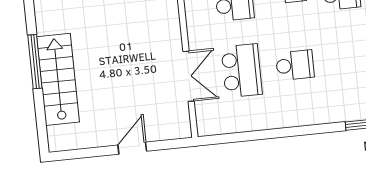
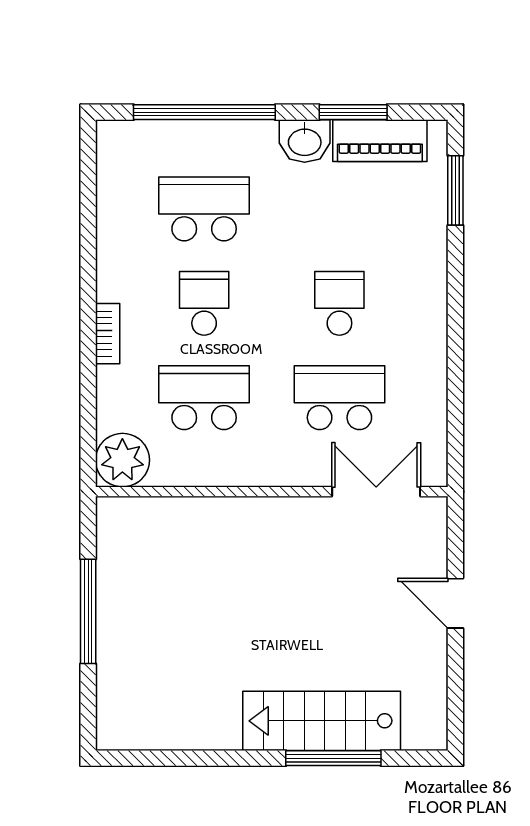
window: (35, 62) -> (333, 758), moved
double door: (189, 76) -> (376, 492), moved

